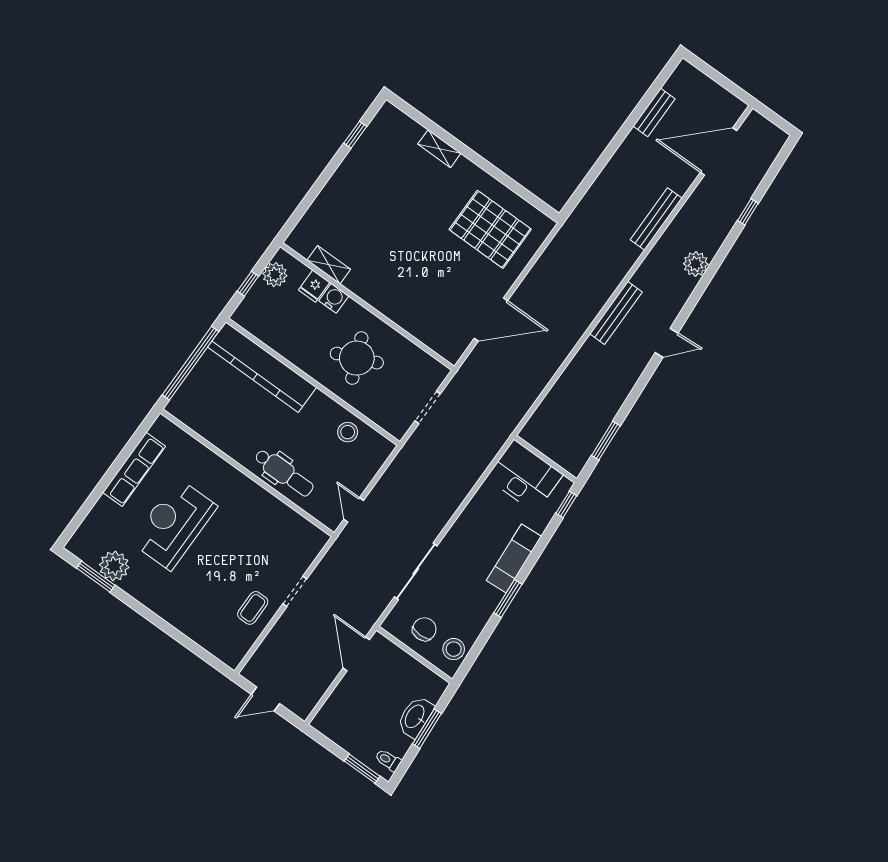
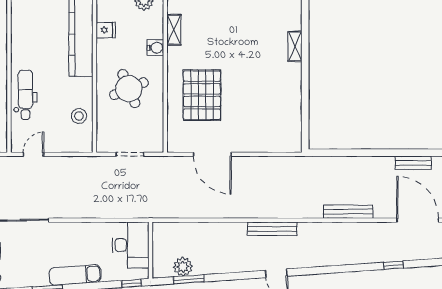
pallet: (490, 229) -> (202, 95), moved
plant: (696, 264) -> (183, 267), moved
fridge: (314, 286) -> (106, 30), moved, turned 180
dental chair: (284, 473) -> (26, 95), turned 180

